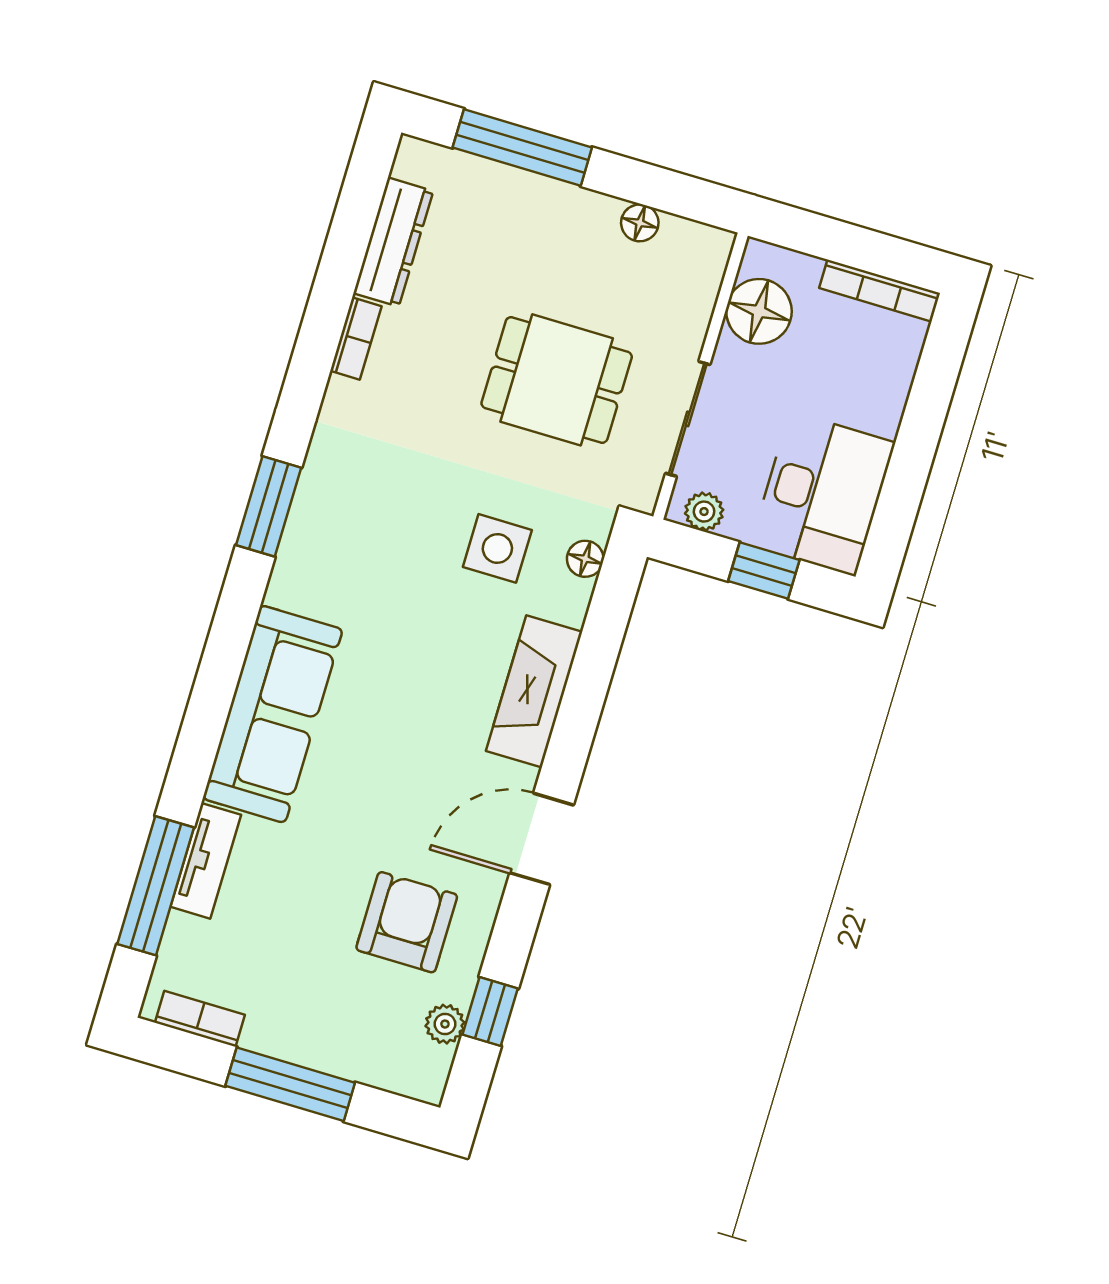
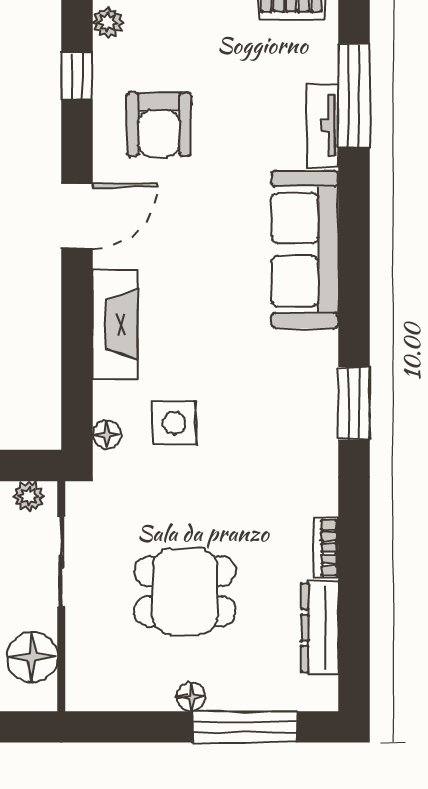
floor lamp: (640, 223) -> (191, 697), moved
dining table: (557, 380) -> (185, 591), moved
plant: (445, 1024) -> (108, 23), moved

